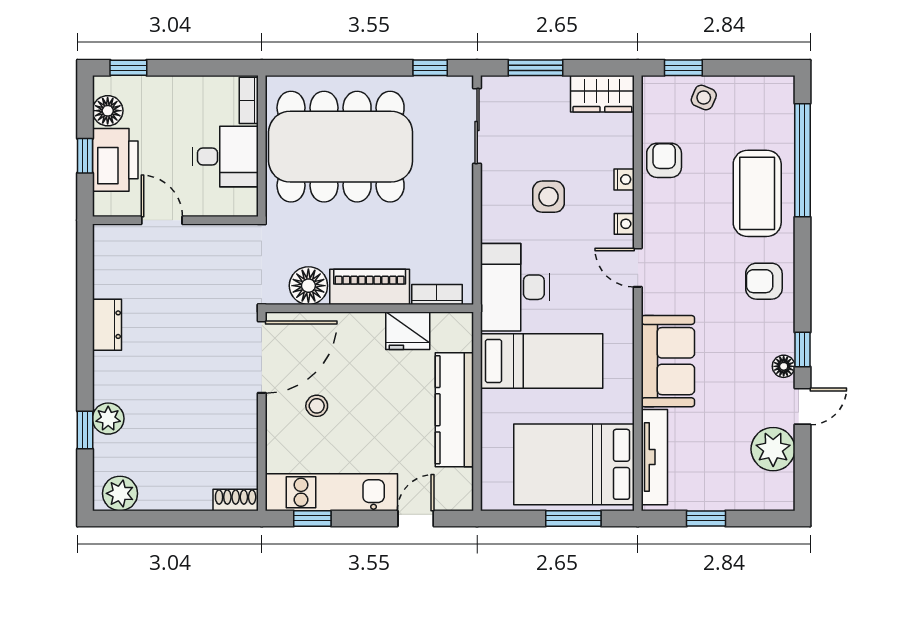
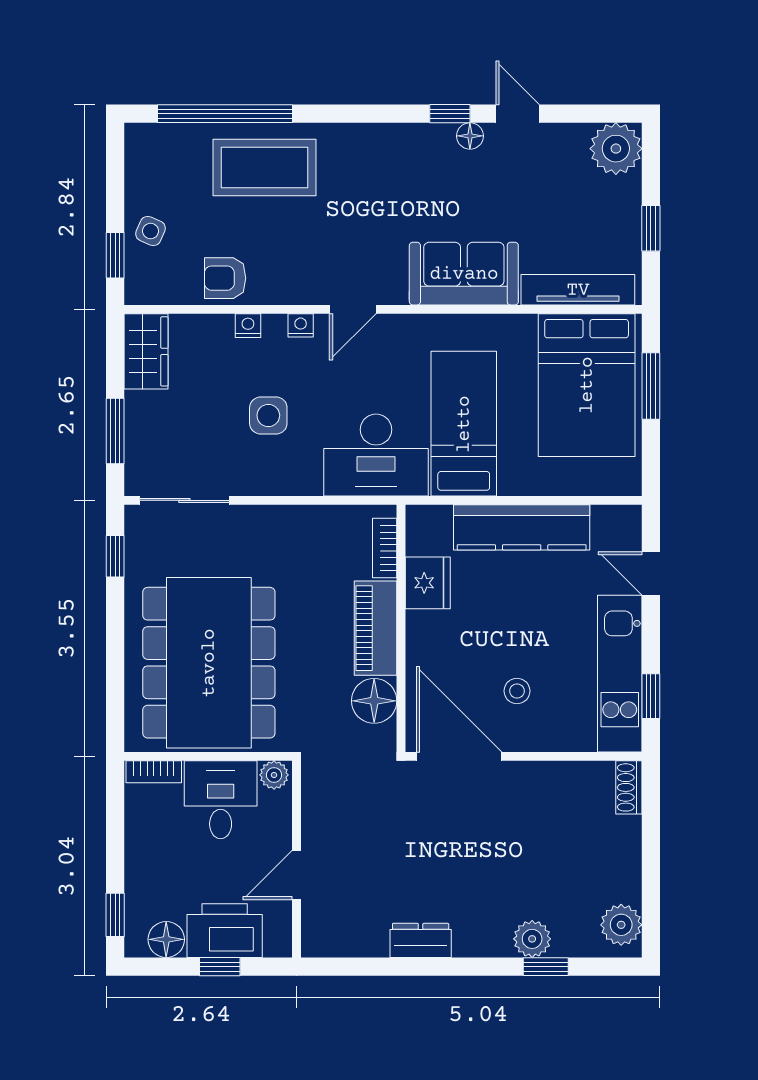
plant: (246, 201) -> (274, 775), added
armchair: (764, 281) -> (369, 159), removed
plant: (773, 449) -> (616, 149), moved

